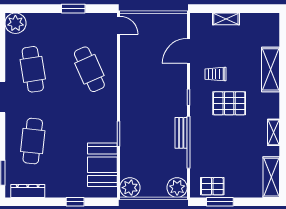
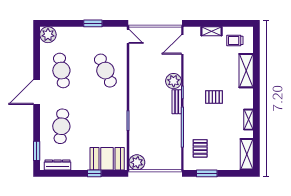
door: (188, 51) -> (182, 45), moved
trolley: (216, 74) -> (235, 40), moved
pallet: (229, 103) -> (214, 97), width x0.67, depth x0.71
bench: (181, 133) -> (177, 102), moved
booth: (102, 165) -> (107, 159), moved, turned 90
pallet: (212, 186) -> (200, 148), moved, turned 90
plant: (177, 188) -> (174, 81), moved

